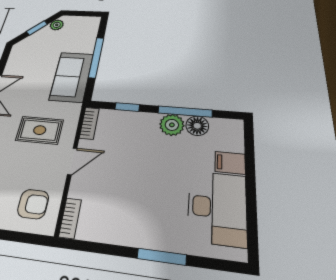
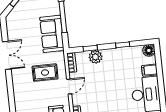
window: (185, 112) -> (123, 45), width x0.46
plant: (172, 125) -> (95, 57), moved
floor lamp: (197, 126) -> (149, 50), moved

